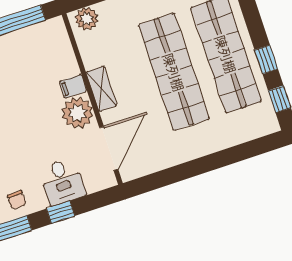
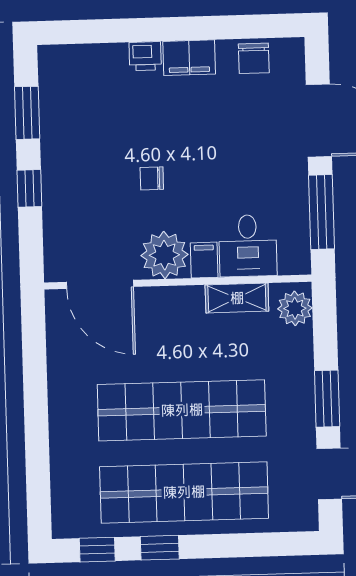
shelving: (101, 89) -> (237, 298), moved
desk: (62, 182) -> (248, 246), moved, turned -90
chair: (17, 200) -> (152, 178), moved

